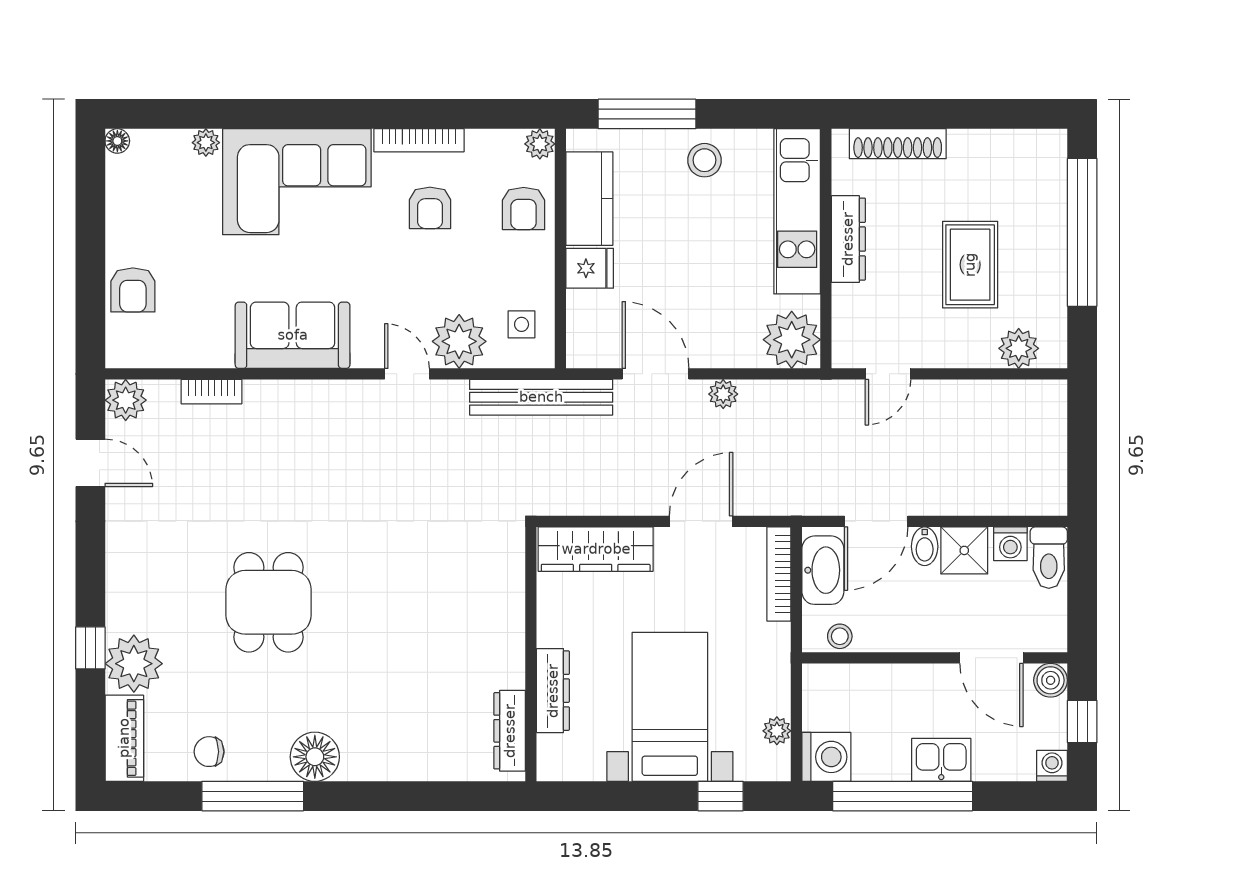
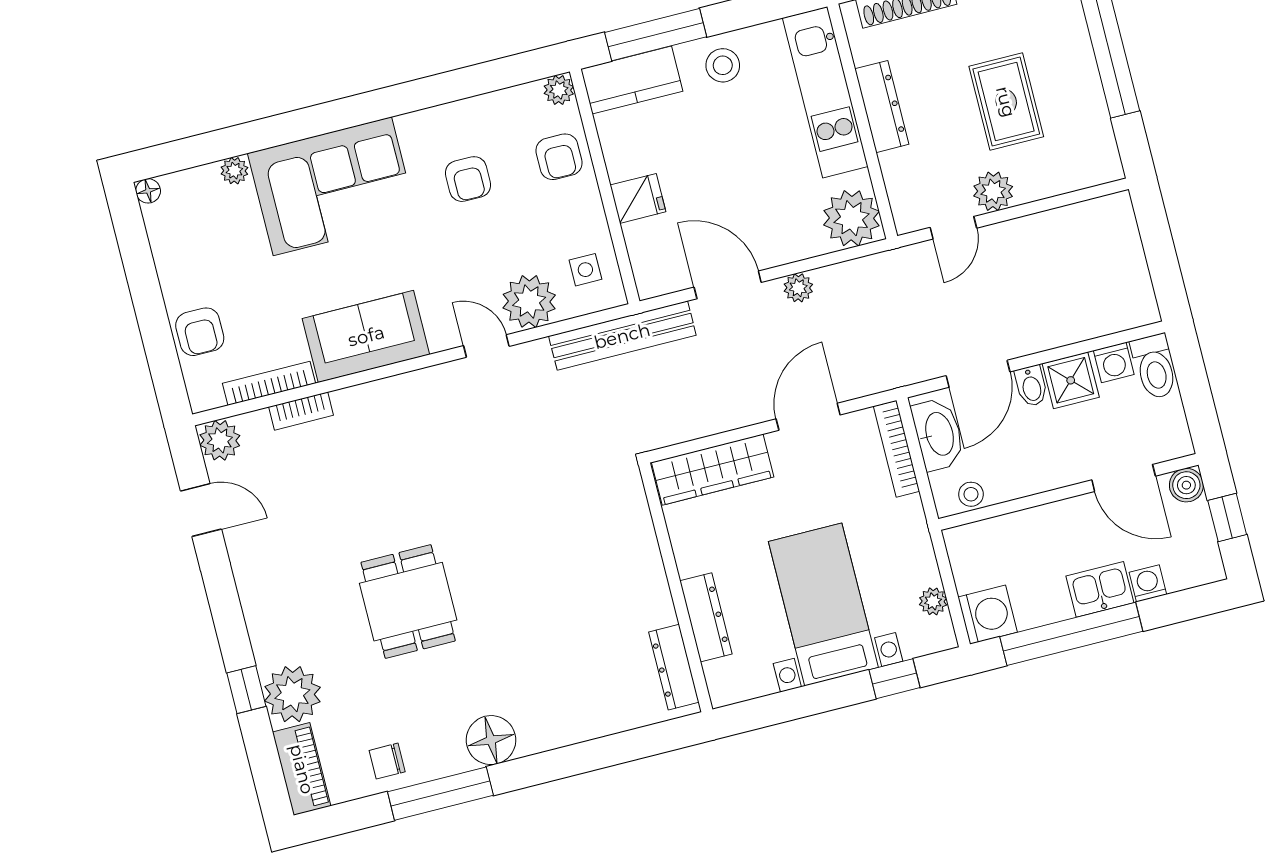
bookcase: (419, 140) -> (269, 383), moved, turned 180
kitchen counter: (589, 199) -> (632, 80), moved, turned 90
plant: (1019, 348) -> (993, 191), moved
washing machine: (1052, 766) -> (1148, 583), moved

